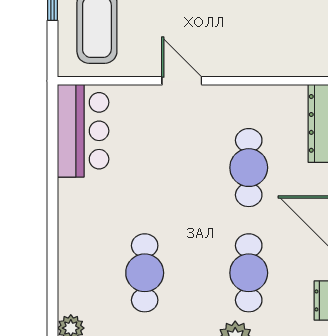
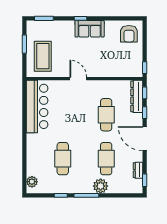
bar counter: (83, 131) -> (37, 106), width x1.36

